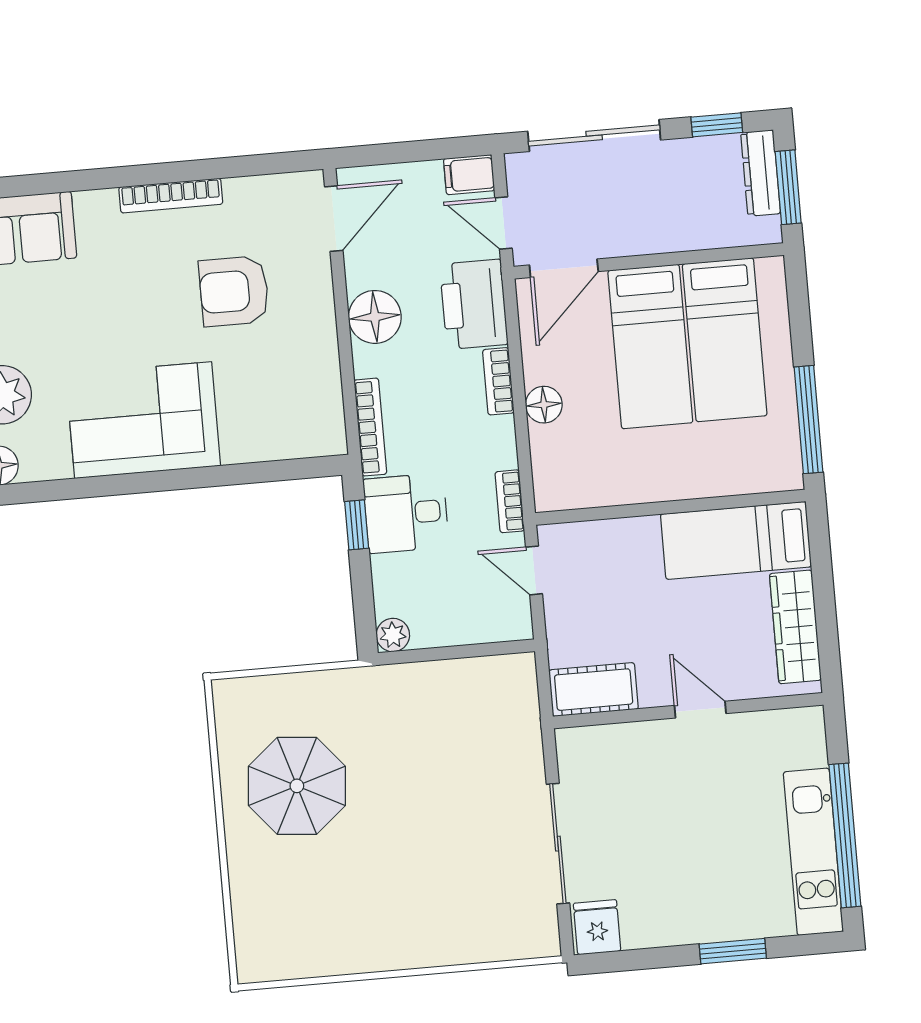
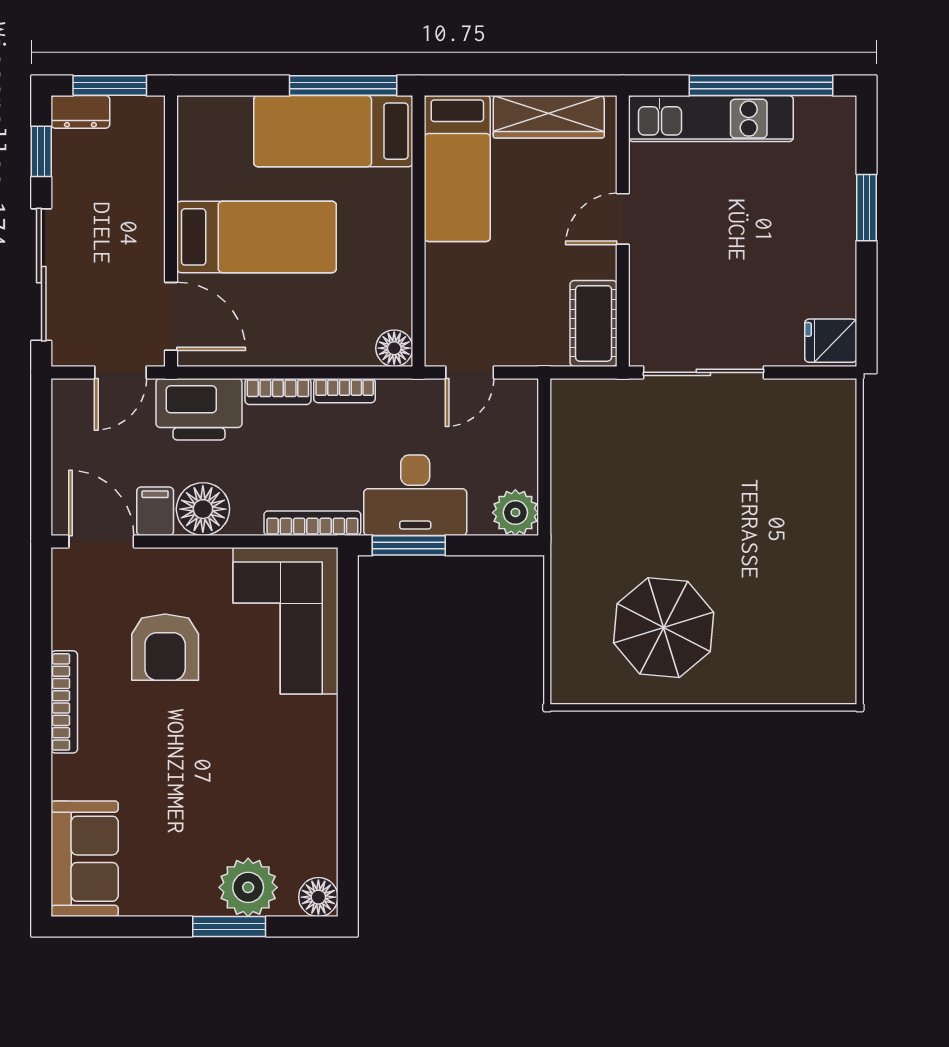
dresser: (761, 173) -> (80, 112), width x0.70
filing cabinet: (469, 175) -> (155, 511), moved, turned 180
bed: (725, 340) -> (333, 131), moved, turned 180
floor lamp: (544, 405) -> (394, 348), moved
corner sofa: (143, 420) -> (286, 621), moved
bookcase: (510, 501) -> (345, 391), moved
desk: (406, 513) -> (415, 495), width x1.37
window: (357, 525) -> (409, 545), width x1.50
plant: (393, 635) -> (515, 513), width x1.38, depth x1.38
sliding door: (558, 844) -> (703, 372), moved
kitchen unit: (813, 852) -> (711, 119), moved

